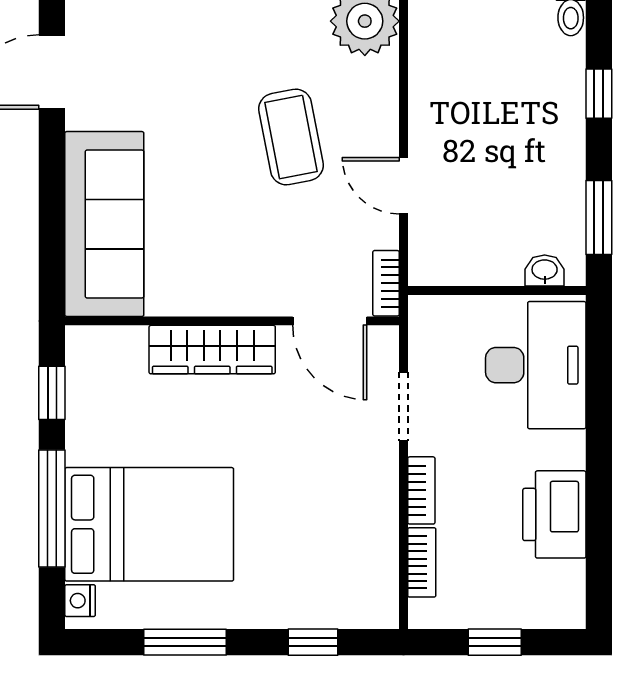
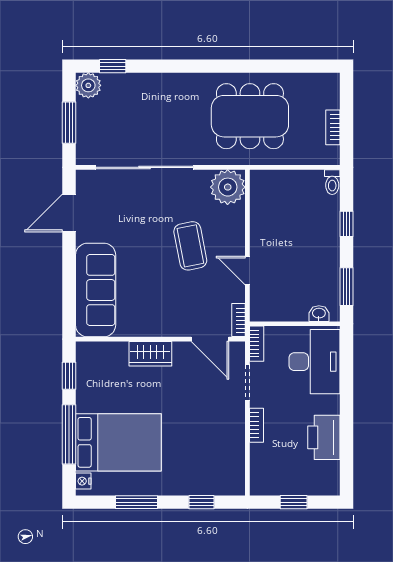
wardrobe: (212, 350) -> (150, 354), width x0.67
bookcase: (422, 562) -> (257, 344), moved

